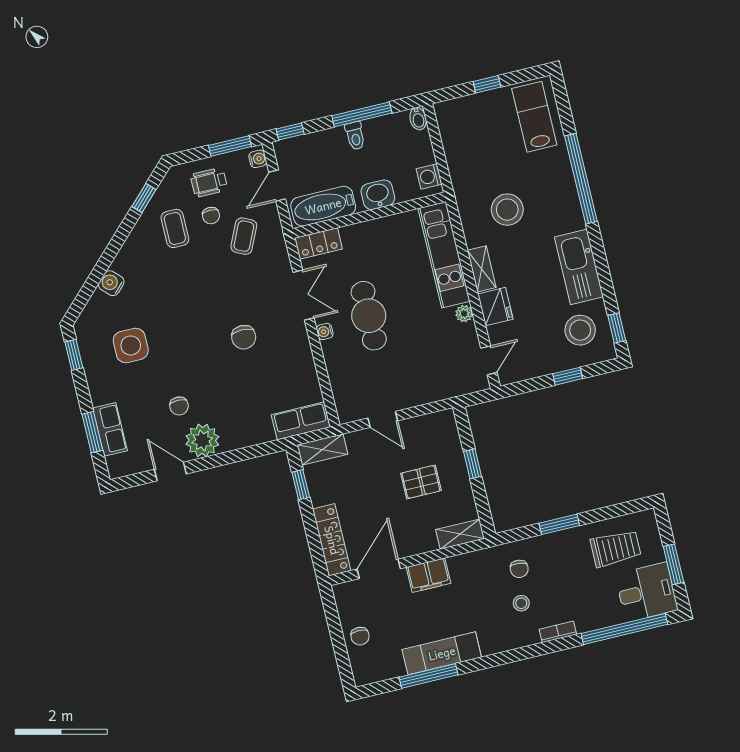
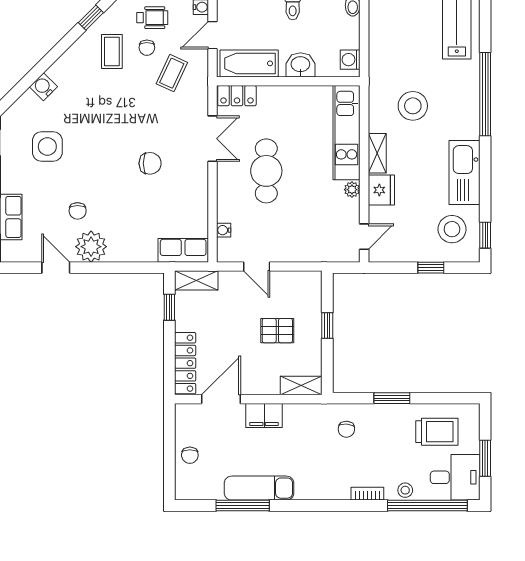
wheelchair: (209, 182) -> (152, 18), turned 180
water cooler: (325, 331) -> (224, 230), moved
chair: (244, 337) -> (150, 163), turned -90
stool: (521, 603) -> (405, 490), moved

